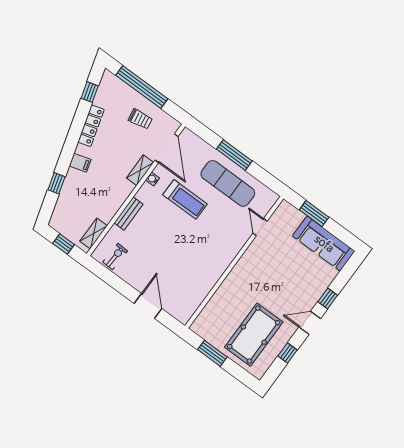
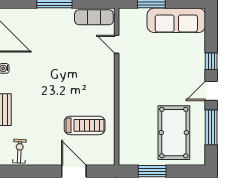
exercise mat: (228, 183) -> (94, 17), moved, width x0.73, depth x0.69
treadmill: (185, 199) -> (85, 125), moved
window: (288, 353) -> (211, 127), width x2.17

